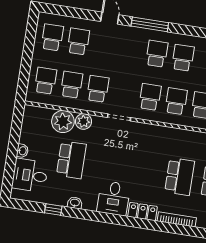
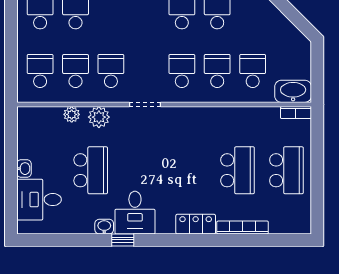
plant: (63, 122) -> (72, 114), width x0.53, depth x0.53
desk: (114, 198) -> (135, 213), moved
window: (53, 210) -> (123, 240), moved

